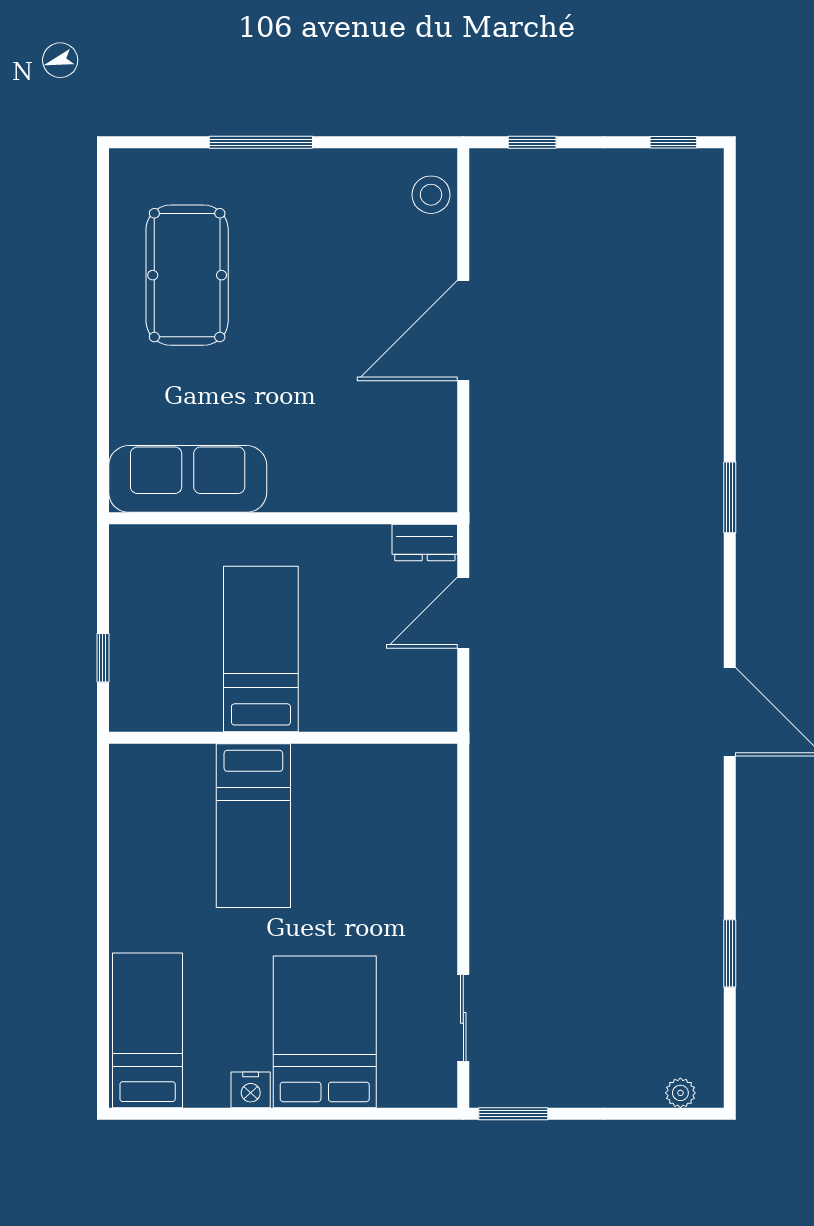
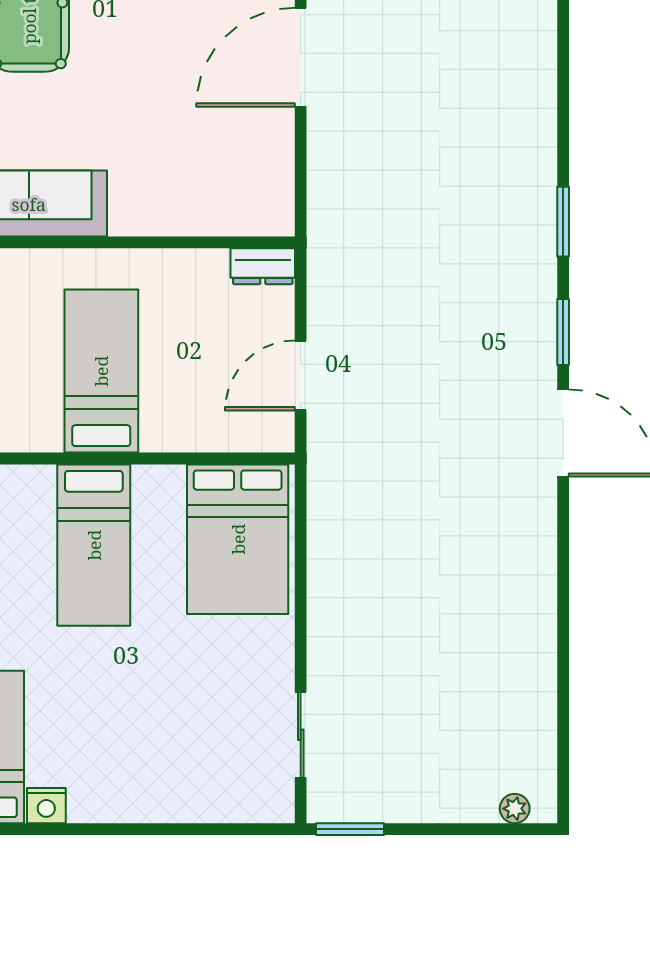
door: (463, 613) -> (301, 376), moved
window: (730, 953) -> (563, 332), moved
bed: (325, 1032) -> (238, 539), moved, turned 180
nightstand: (251, 1090) -> (46, 806), moved

